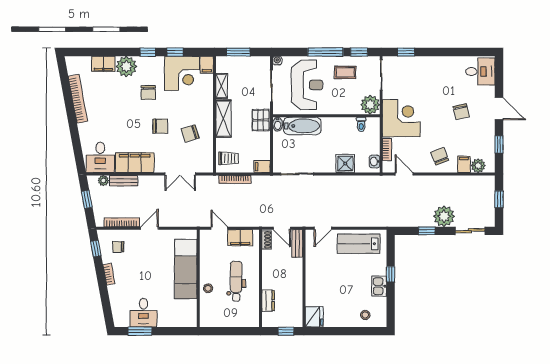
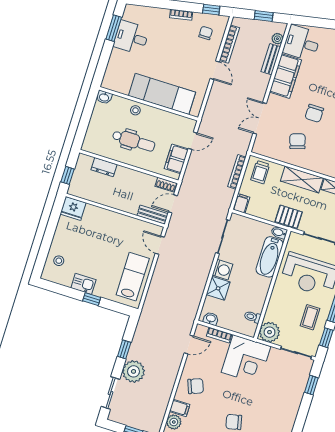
washing machine: (327, 165) -> (223, 270), added
washbasin: (205, 320) -> (104, 97), added

